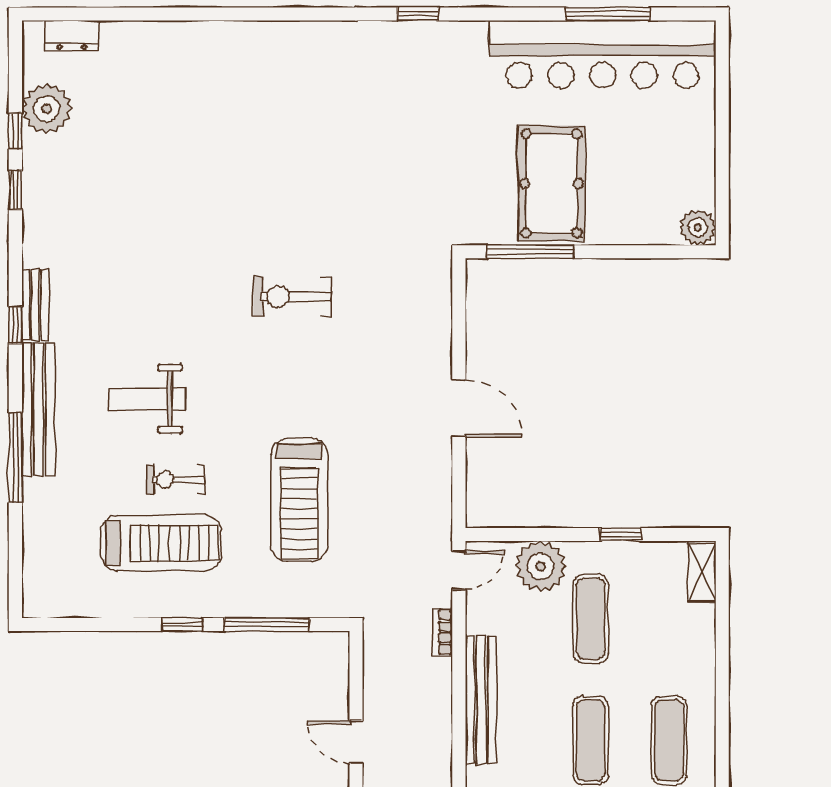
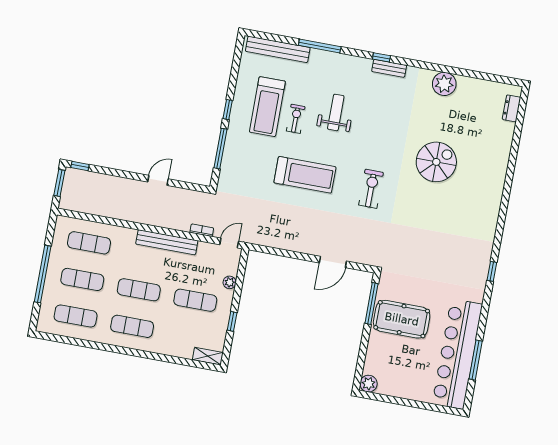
plant: (47, 109) -> (444, 84), moved
window: (15, 131) -> (472, 74), removed
spiral stairs: (212, 171) -> (436, 162), added
window: (15, 190) -> (444, 69), removed
door: (459, 408) -> (333, 262), moved
bench: (38, 409) -> (278, 49), moved
treadmill: (299, 500) -> (305, 175), moved, turned 180
plant: (541, 566) -> (230, 282), width x0.53, depth x0.53
door: (459, 570) -> (229, 243), swing flipped

